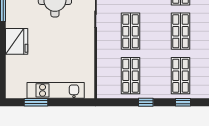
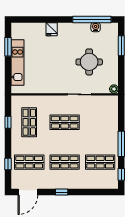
fridge: (17, 41) -> (52, 29), width x0.53, depth x0.75
shop shelf: (131, 76) -> (29, 122), turned 90
window: (146, 102) -> (8, 122), moved

